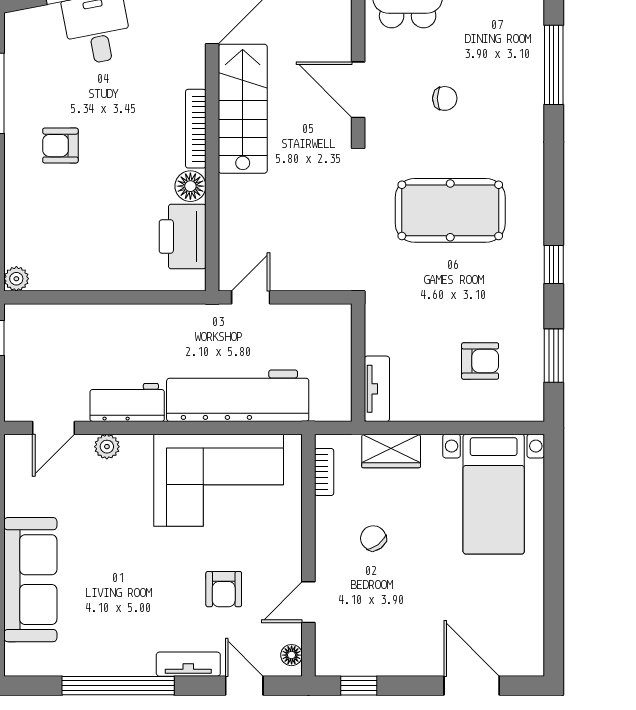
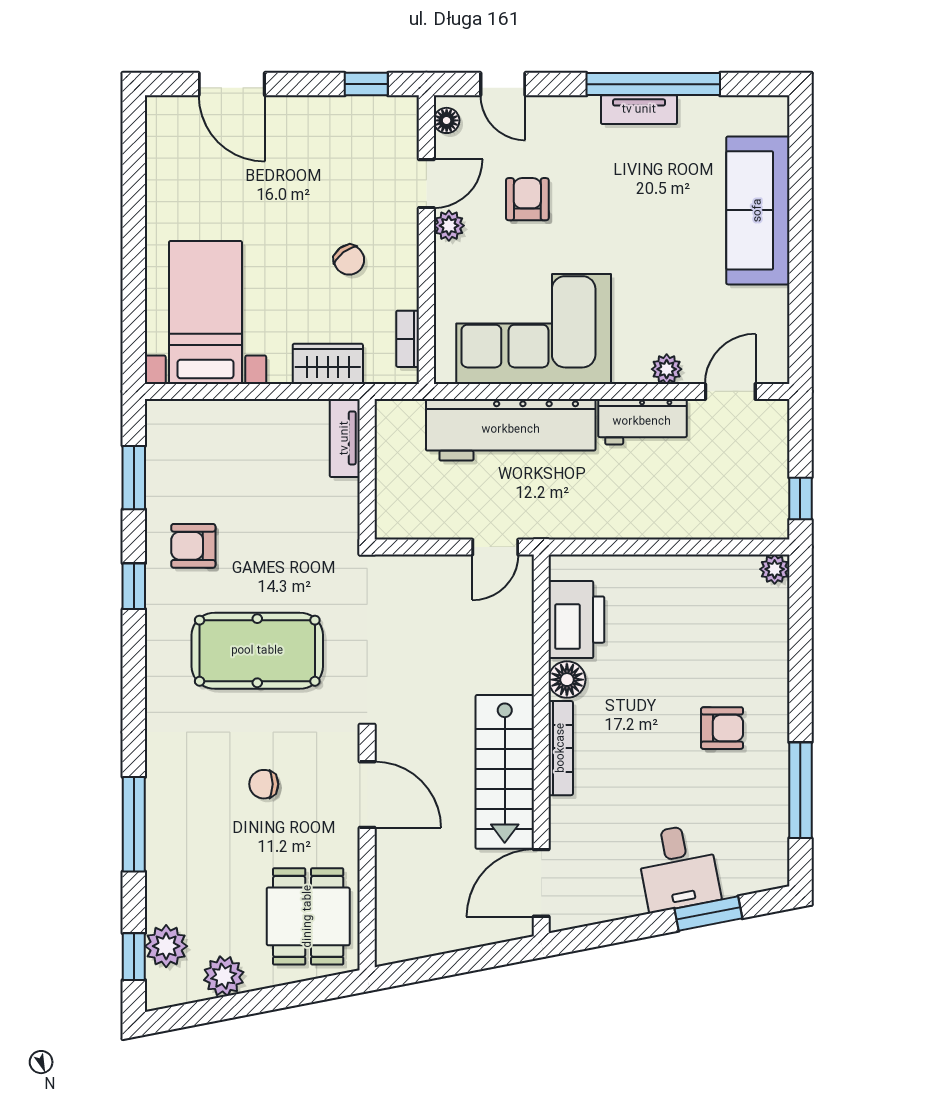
armchair: (480, 361) -> (193, 546), moved
plant: (289, 567) -> (449, 226), added
tv unit: (188, 664) -> (639, 110), moved

